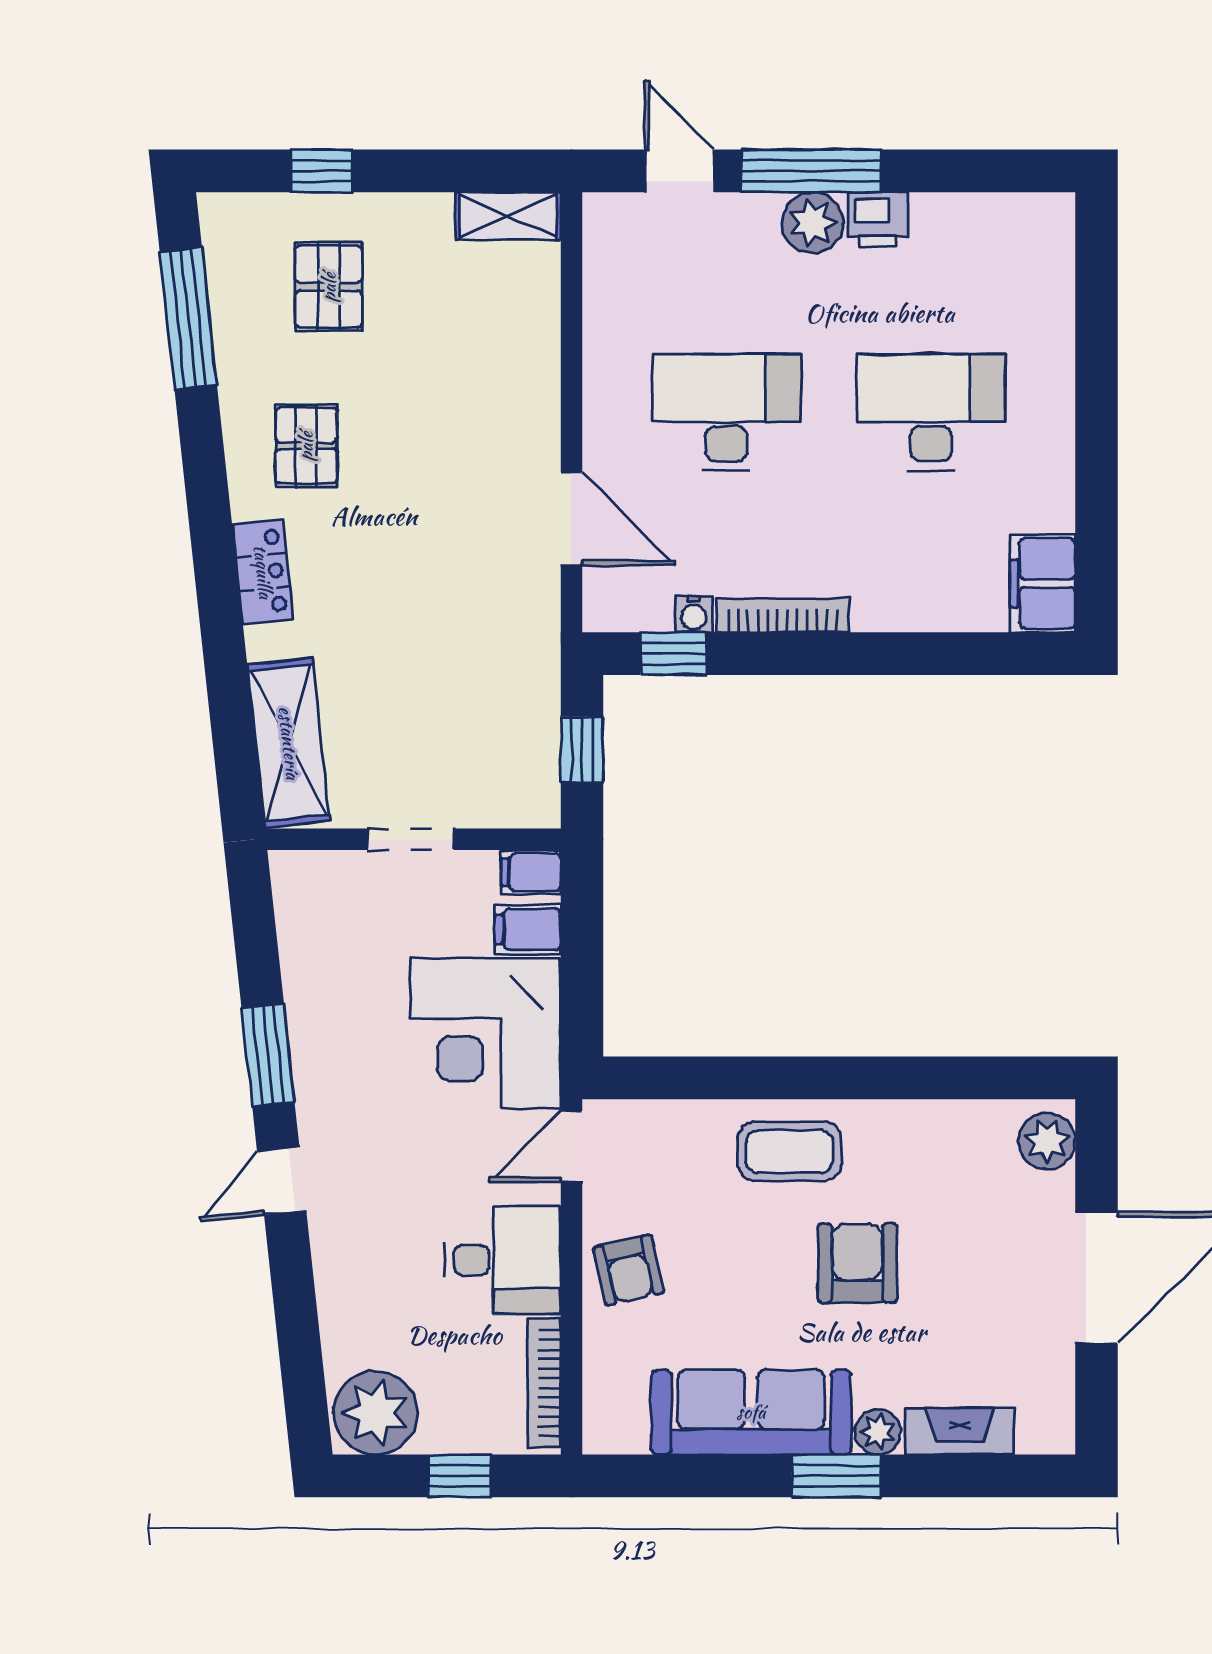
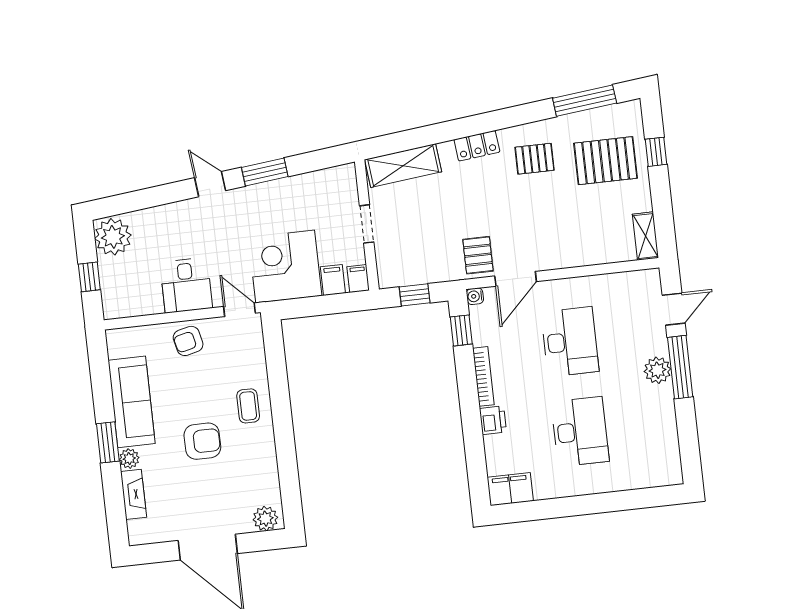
printer: (878, 220) -> (493, 420), moved, turned 180
pallet: (329, 287) -> (606, 161), width x1.50, depth x1.42
pallet: (509, 597) -> (478, 255), added
water cooler: (694, 614) -> (475, 296), moved
coffee table: (790, 1151) -> (248, 406), width x0.73, depth x0.77
bookcase: (544, 1383) -> (134, 310), removed

